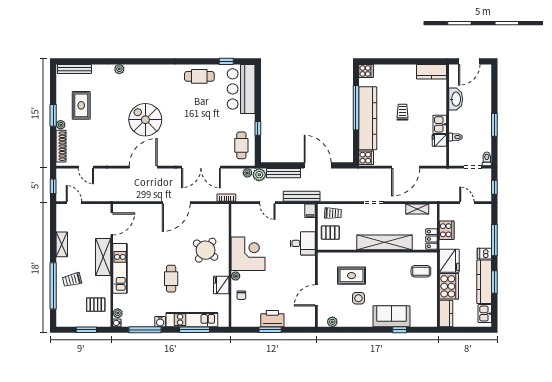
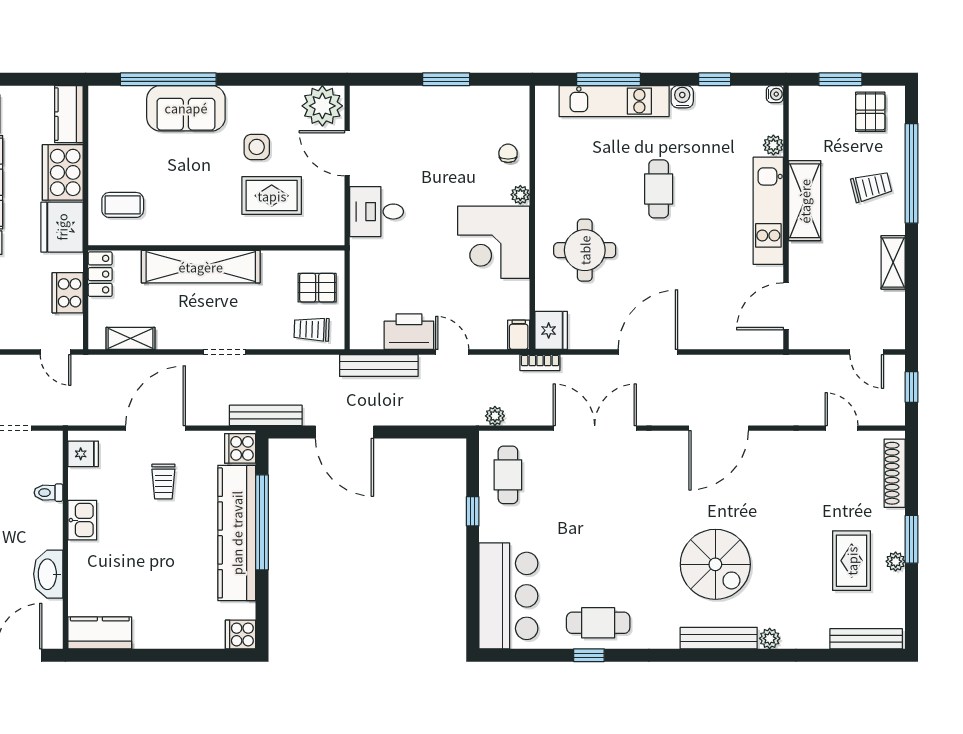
window: (226, 61) -> (589, 655), moved
bench: (143, 69) -> (719, 638), added
window: (356, 108) -> (262, 522), moved
trolley: (402, 112) -> (163, 482), moved
spiral stairs: (145, 120) -> (715, 564), moved
plant: (61, 125) -> (896, 561), moved
fridge: (439, 140) -> (83, 454), moved
bench: (284, 173) -> (266, 415), moved
plant: (259, 175) -> (470, 412), removed
door: (467, 203) -> (56, 352), moved
filing cabinet: (310, 211) -> (519, 335), moved
desk: (303, 243) -> (377, 212), moved
round table: (206, 250) -> (585, 250), turned -38
shelving: (103, 257) -> (805, 201), moved
fridge: (221, 285) -> (551, 330), moved
door: (316, 295) -> (347, 153), swing flipped
pallet: (96, 305) -> (870, 112), moved, turned 90
plant: (118, 313) -> (773, 145), moved
printer: (272, 319) -> (409, 332), moved, turned 180
plant: (332, 322) -> (322, 106), width x1.88, depth x1.88
window: (145, 330) -> (715, 79), width x0.46
window: (400, 330) -> (168, 79), width x3.17

